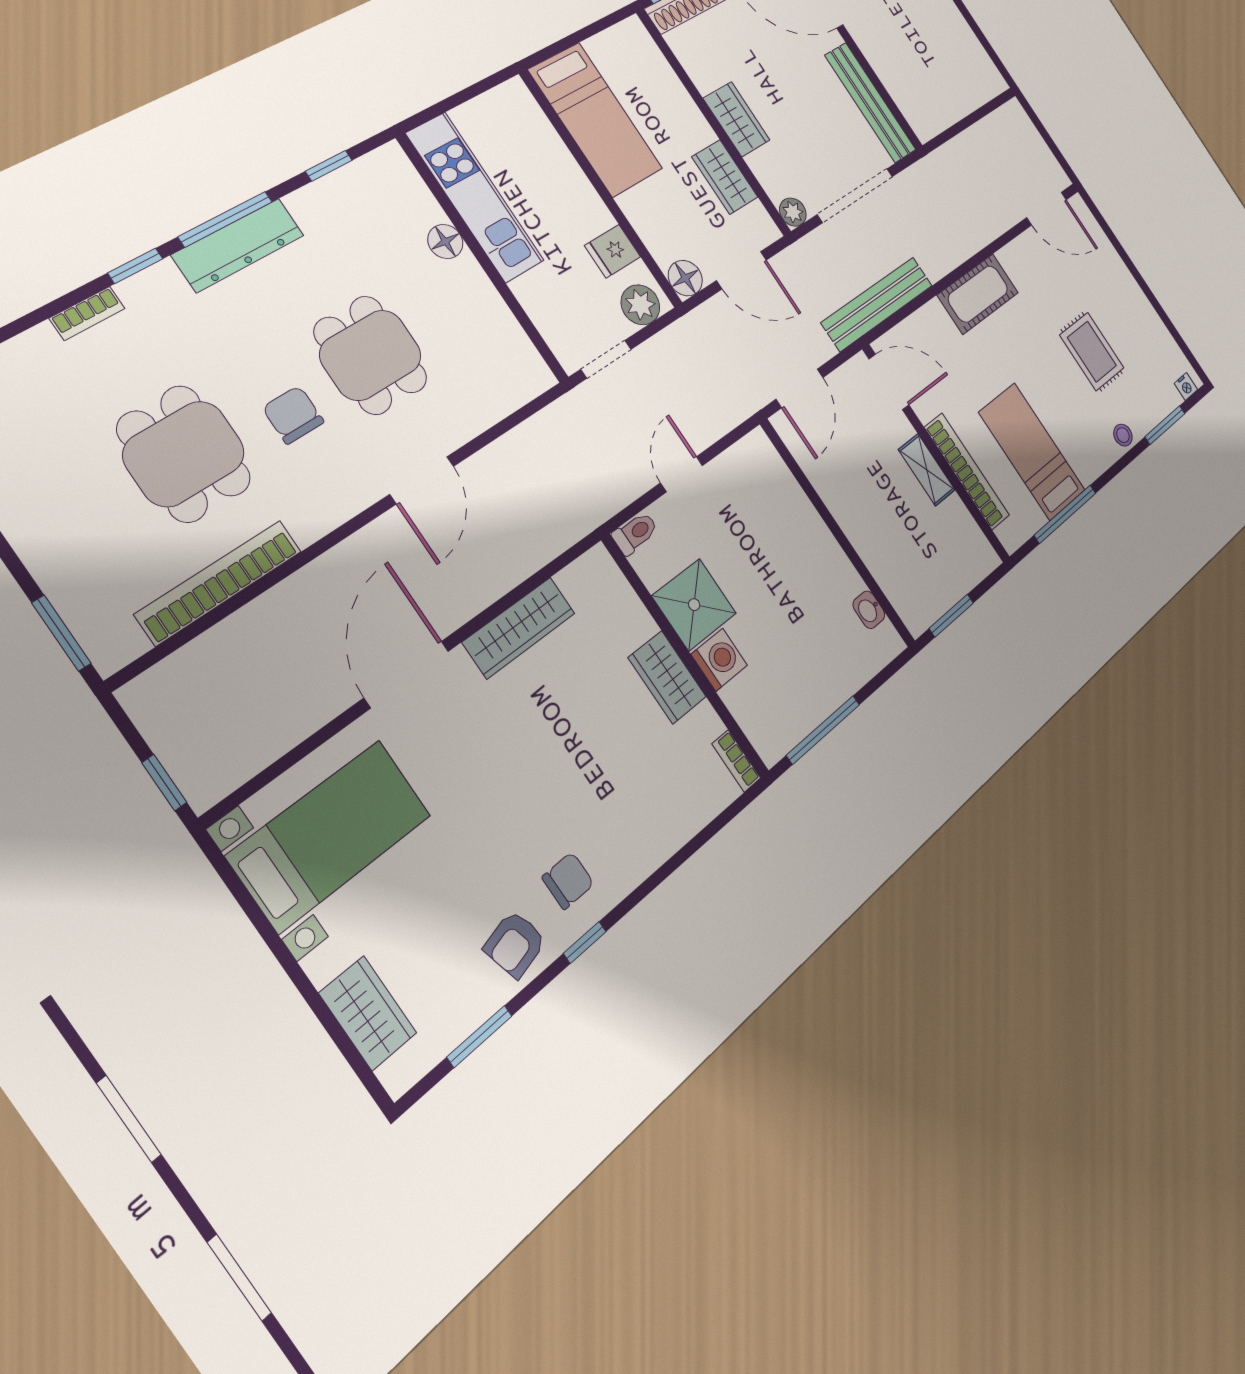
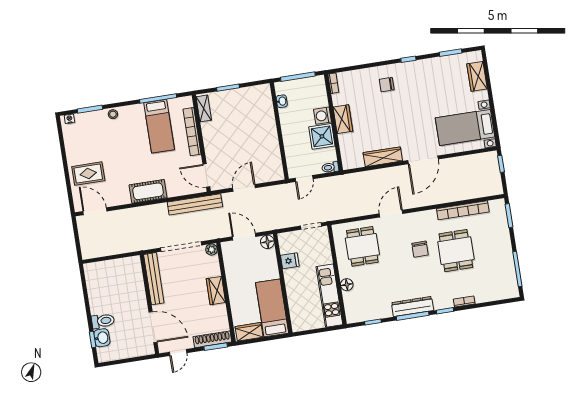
wardrobe: (725, 177) -> (249, 332), moved, turned -90
plant: (640, 305) -> (289, 239), removed
rug: (1092, 352) -> (88, 174), moved, turned 90
dining table: (371, 355) -> (362, 246), moved
shelving: (927, 470) -> (204, 108), moved
wall: (838, 533) -> (279, 131), moved
washbasin: (869, 610) -> (282, 101), moved
chair: (568, 881) -> (387, 85), moved
armchair: (515, 944) -> (429, 71), removed

